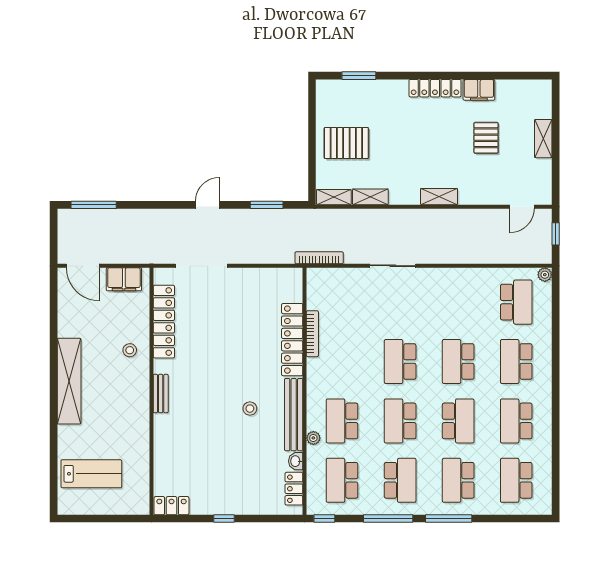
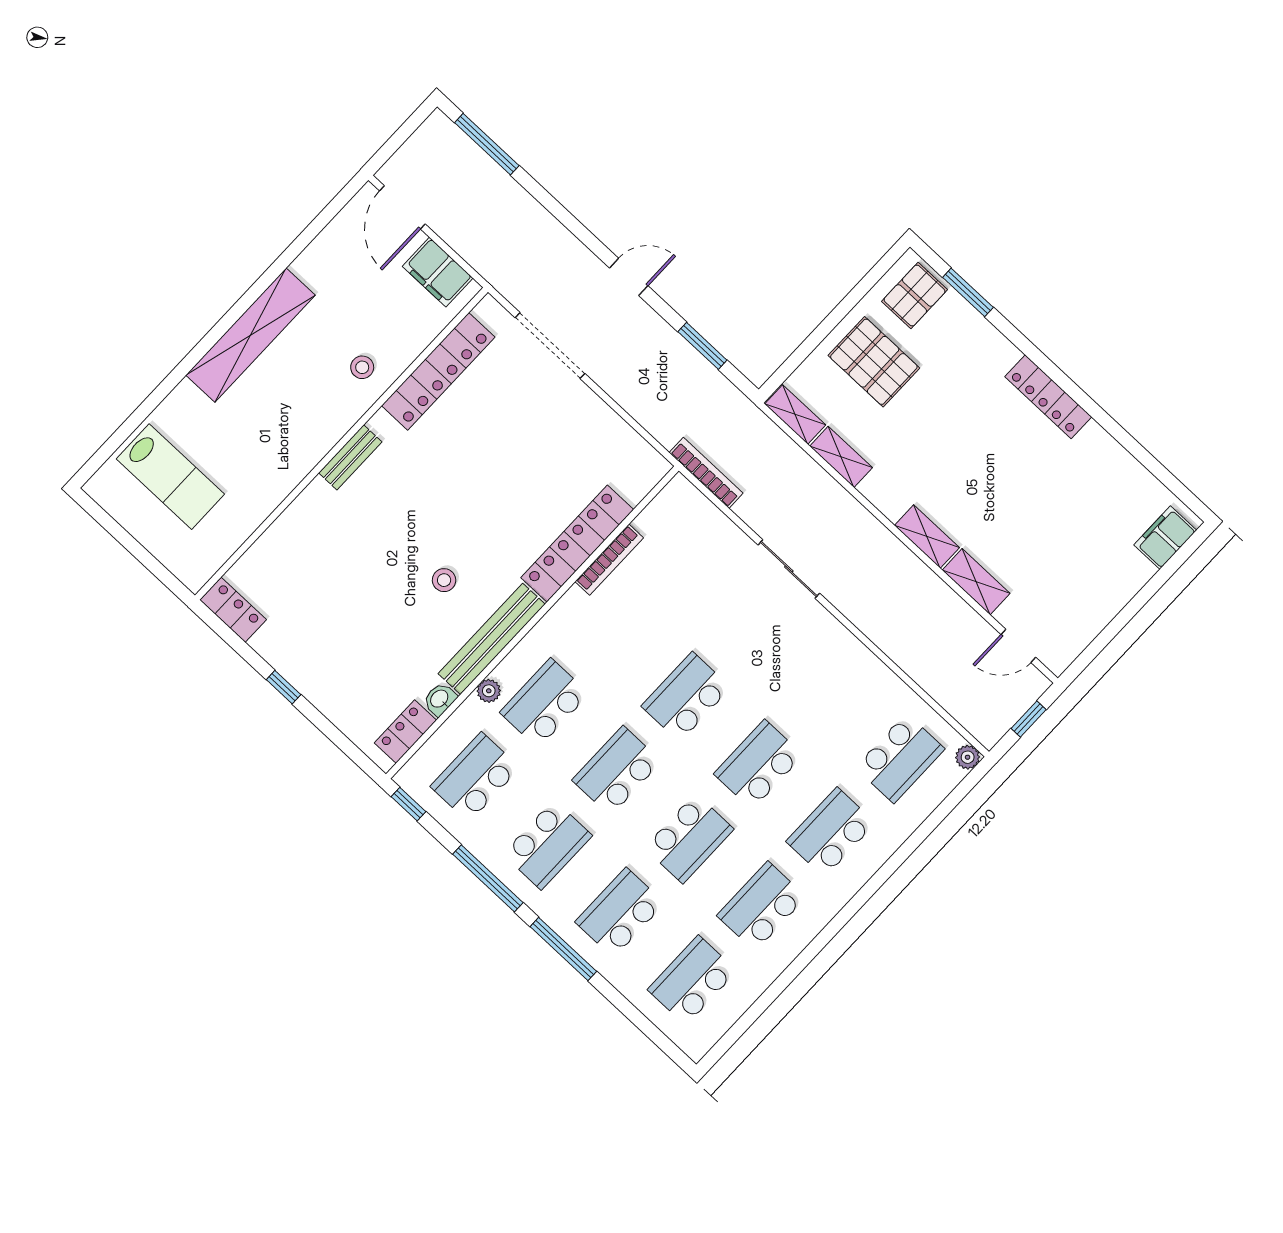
filing cabinet: (479, 90) -> (1165, 538), moved, turned 90
pallet: (486, 138) -> (915, 295), moved
shelving: (543, 139) -> (976, 582), moved, turned 90

